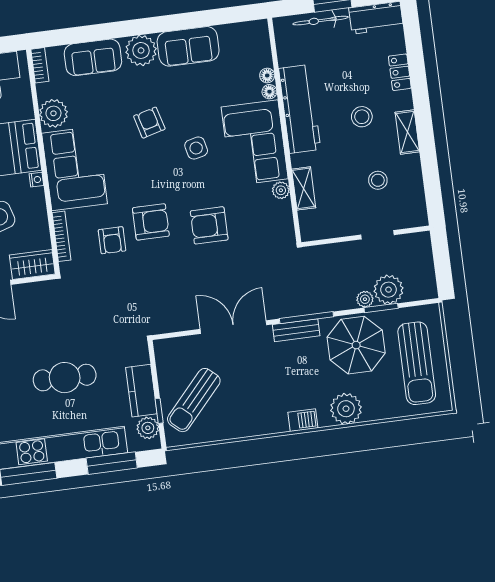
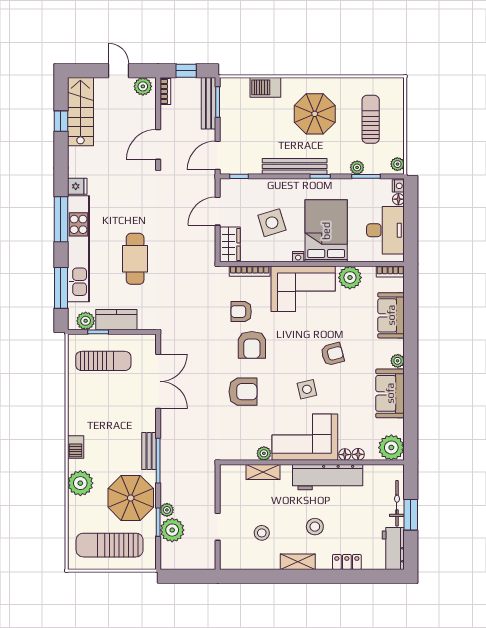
plant: (254, 36) -> (391, 448), added
plant: (141, 50) -> (398, 361), width x0.53, depth x0.53
armchair: (209, 225) -> (243, 392), turned 90
double door: (233, 327) -> (158, 381), moved
sun lounger: (194, 400) -> (103, 361), turned 138

